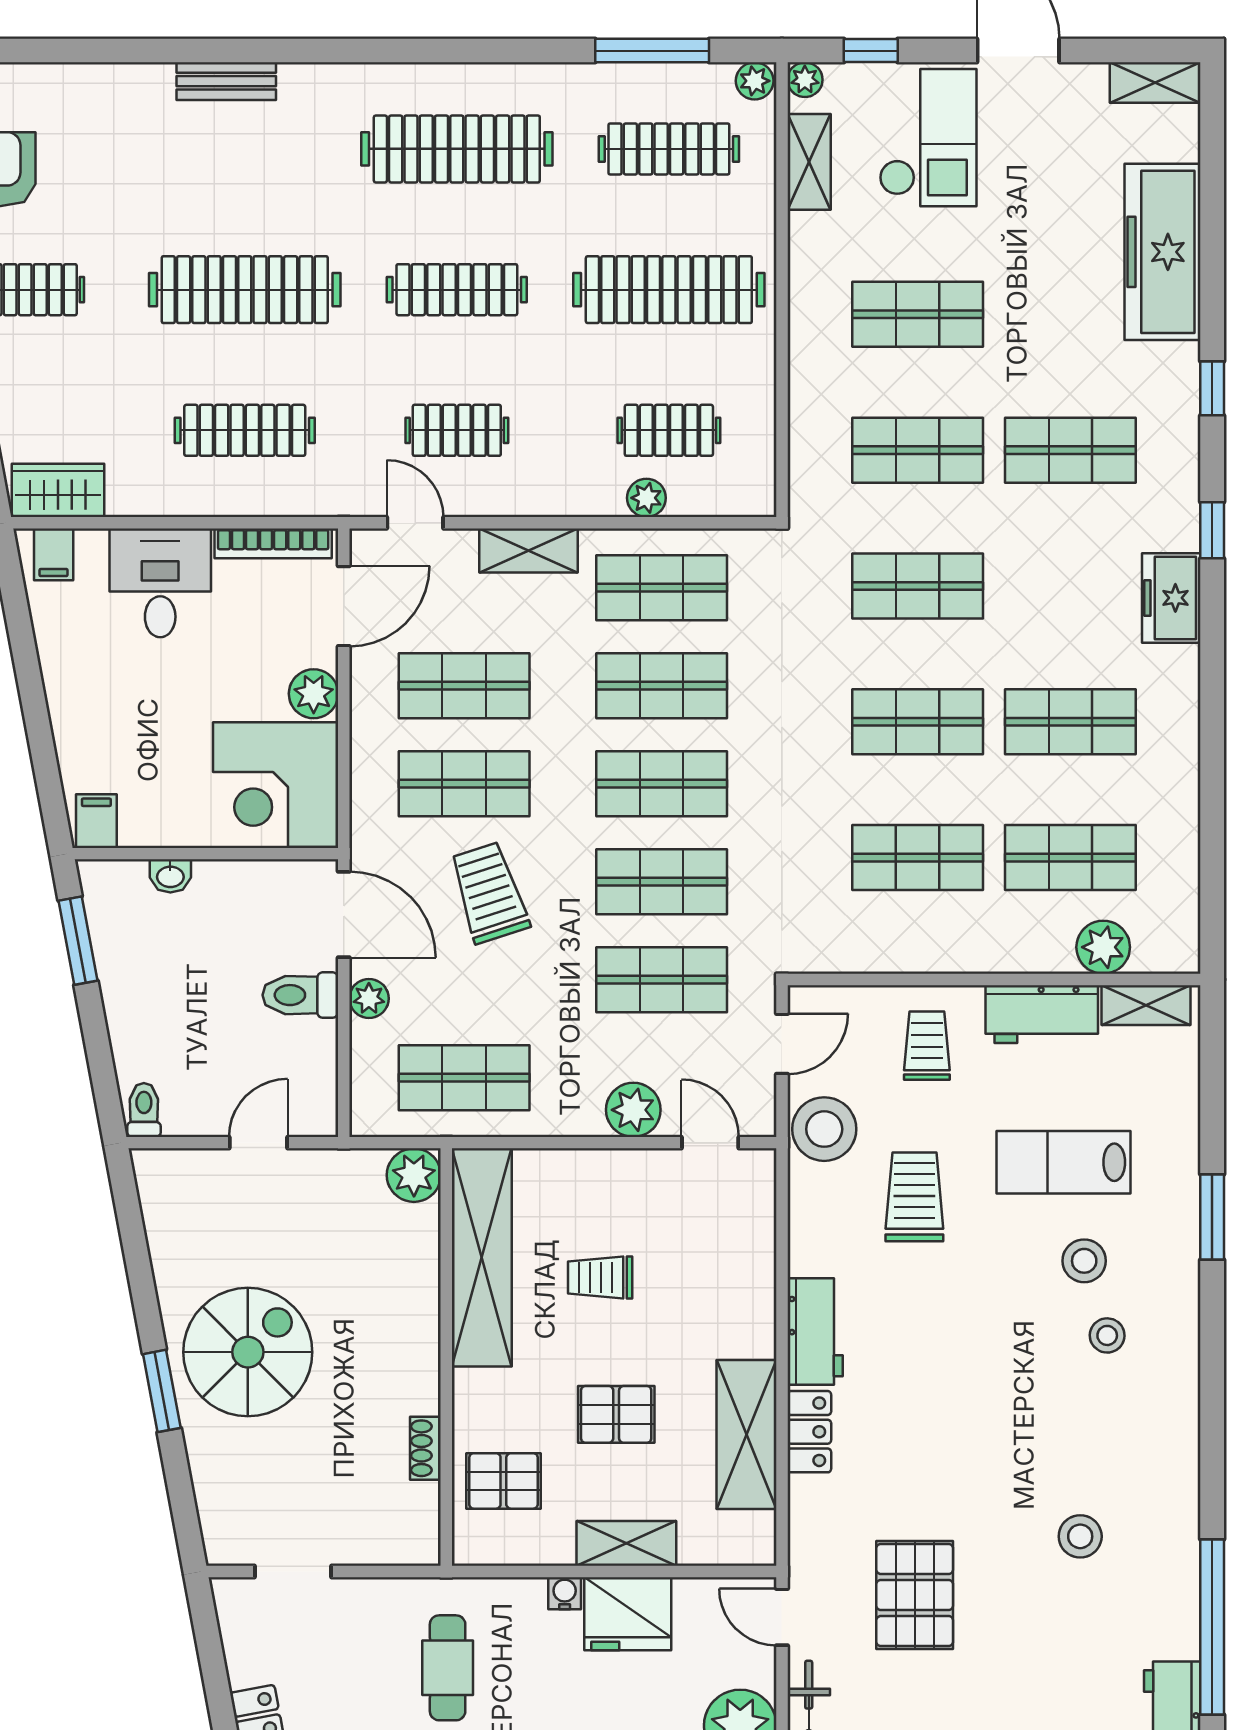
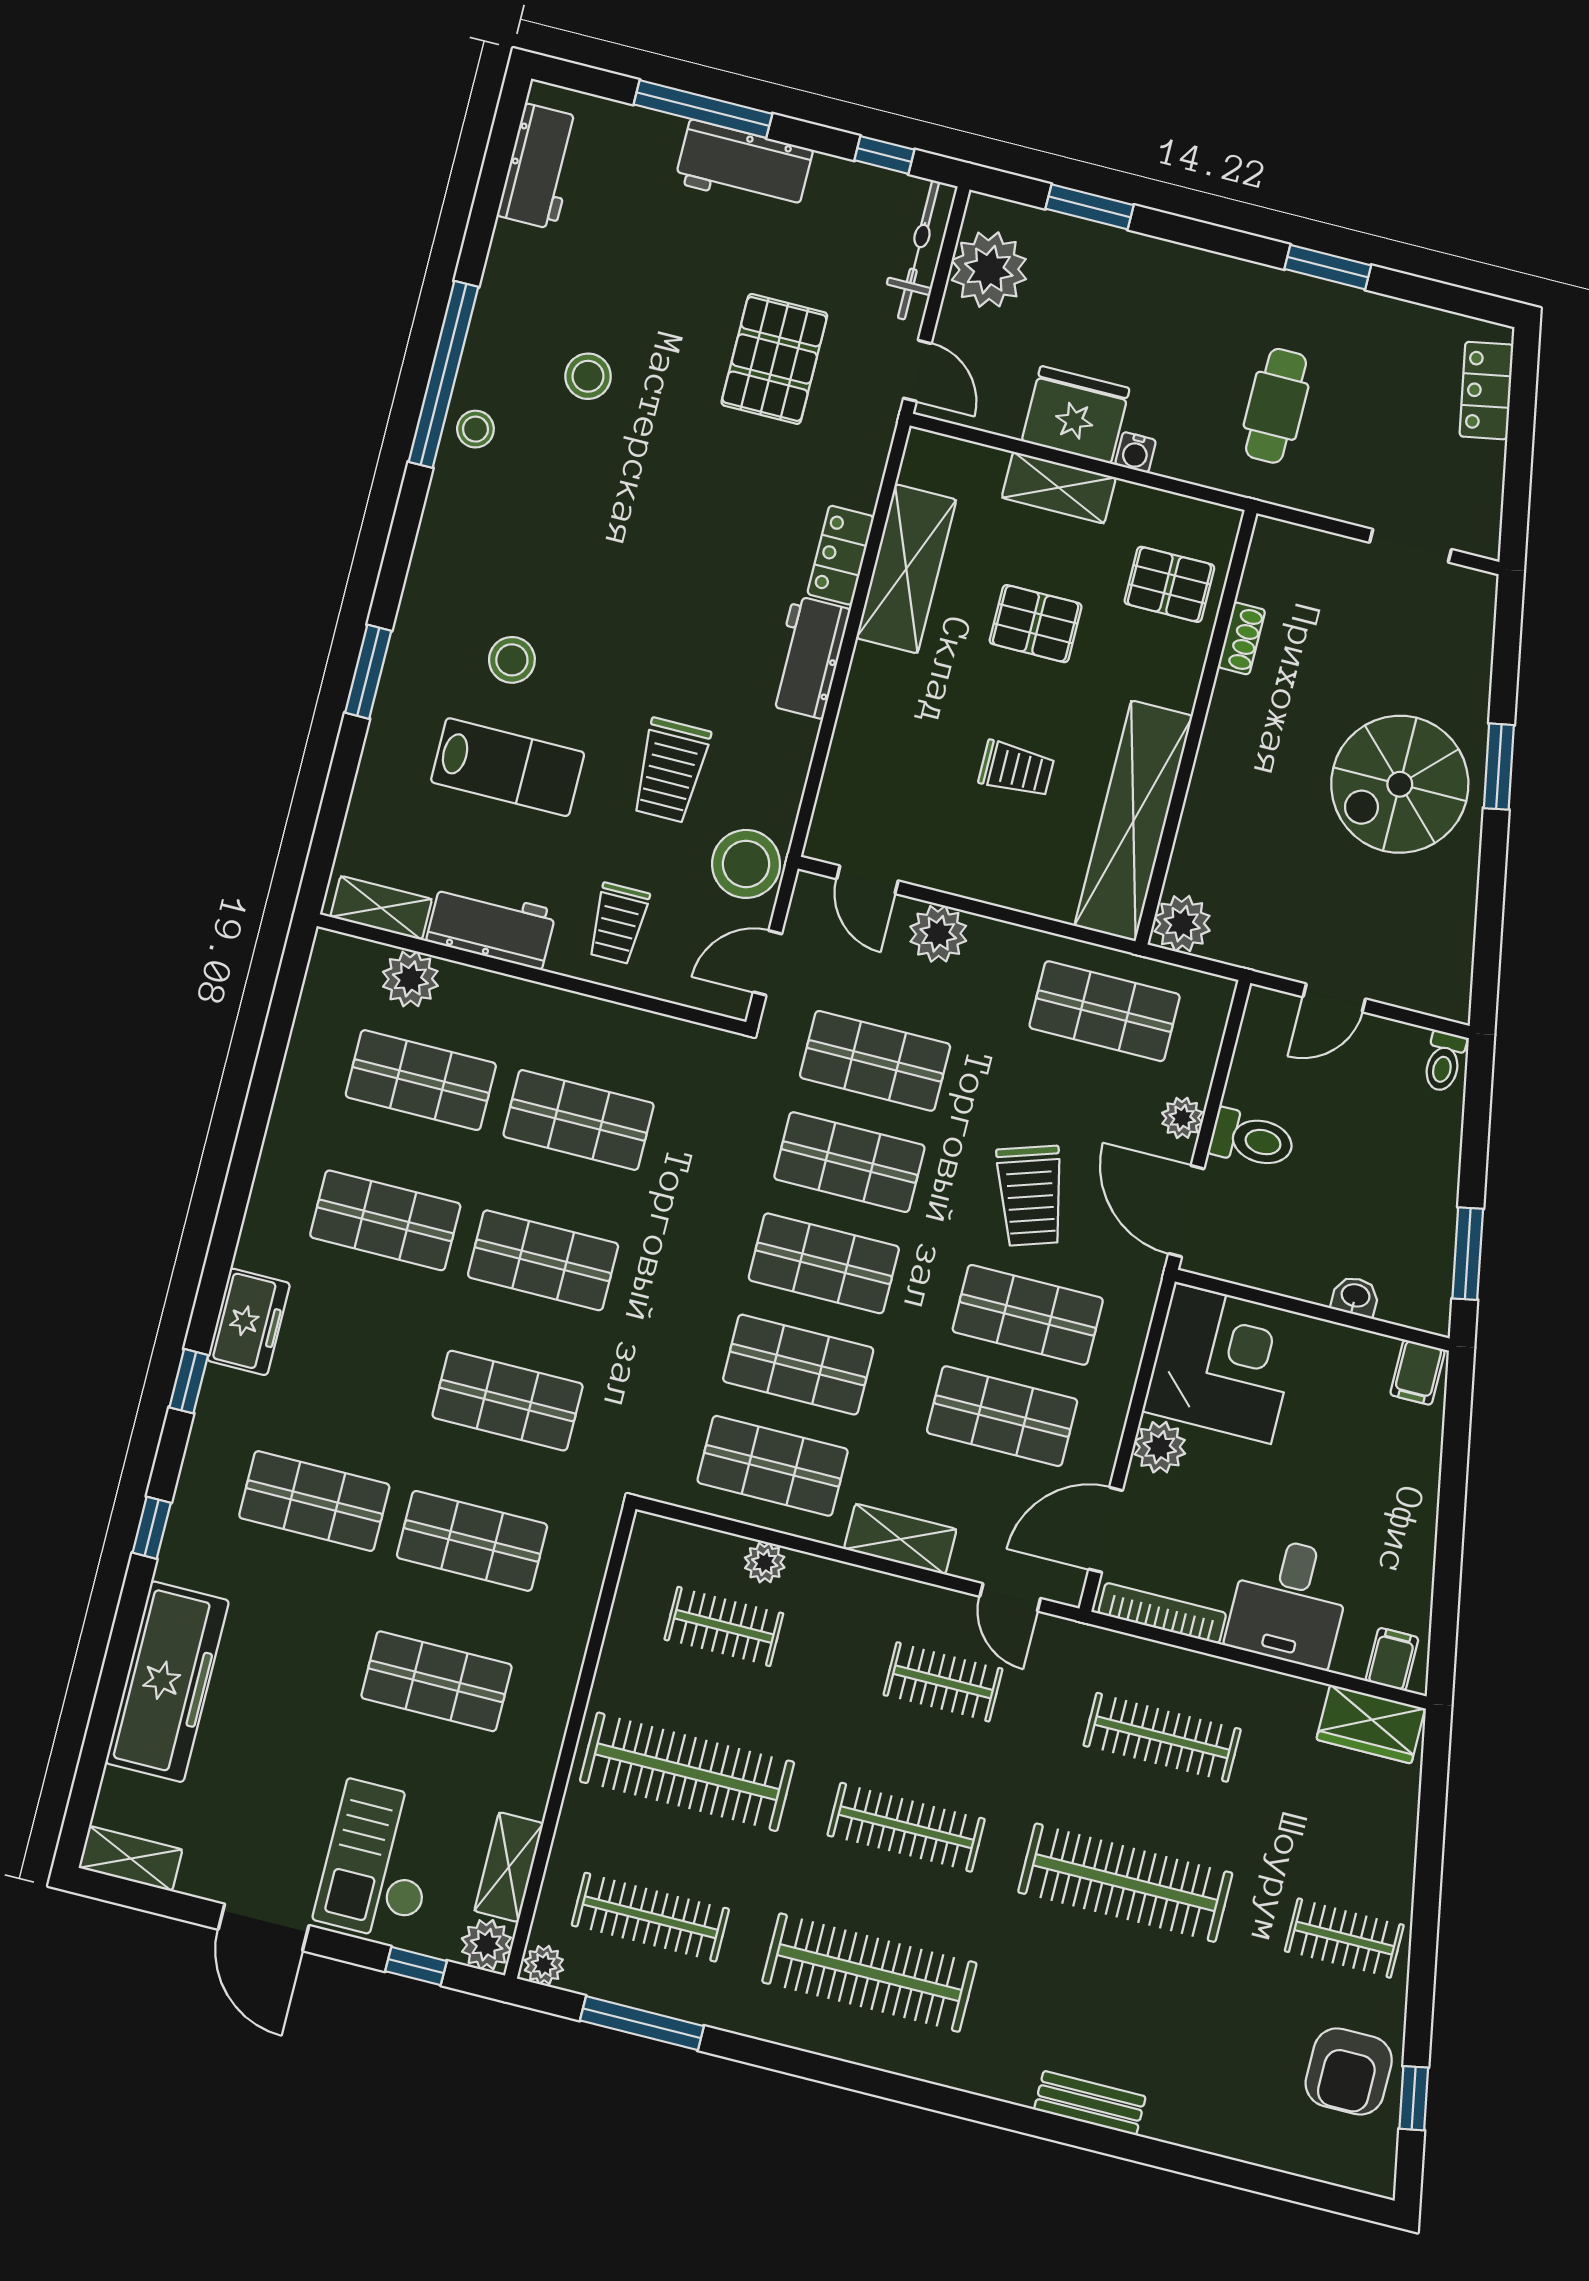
plant: (805, 80) -> (487, 1945), width x1.38, depth x1.38
stool: (1107, 1335) -> (475, 429), moved
window: (1212, 1627) -> (443, 374), moved

